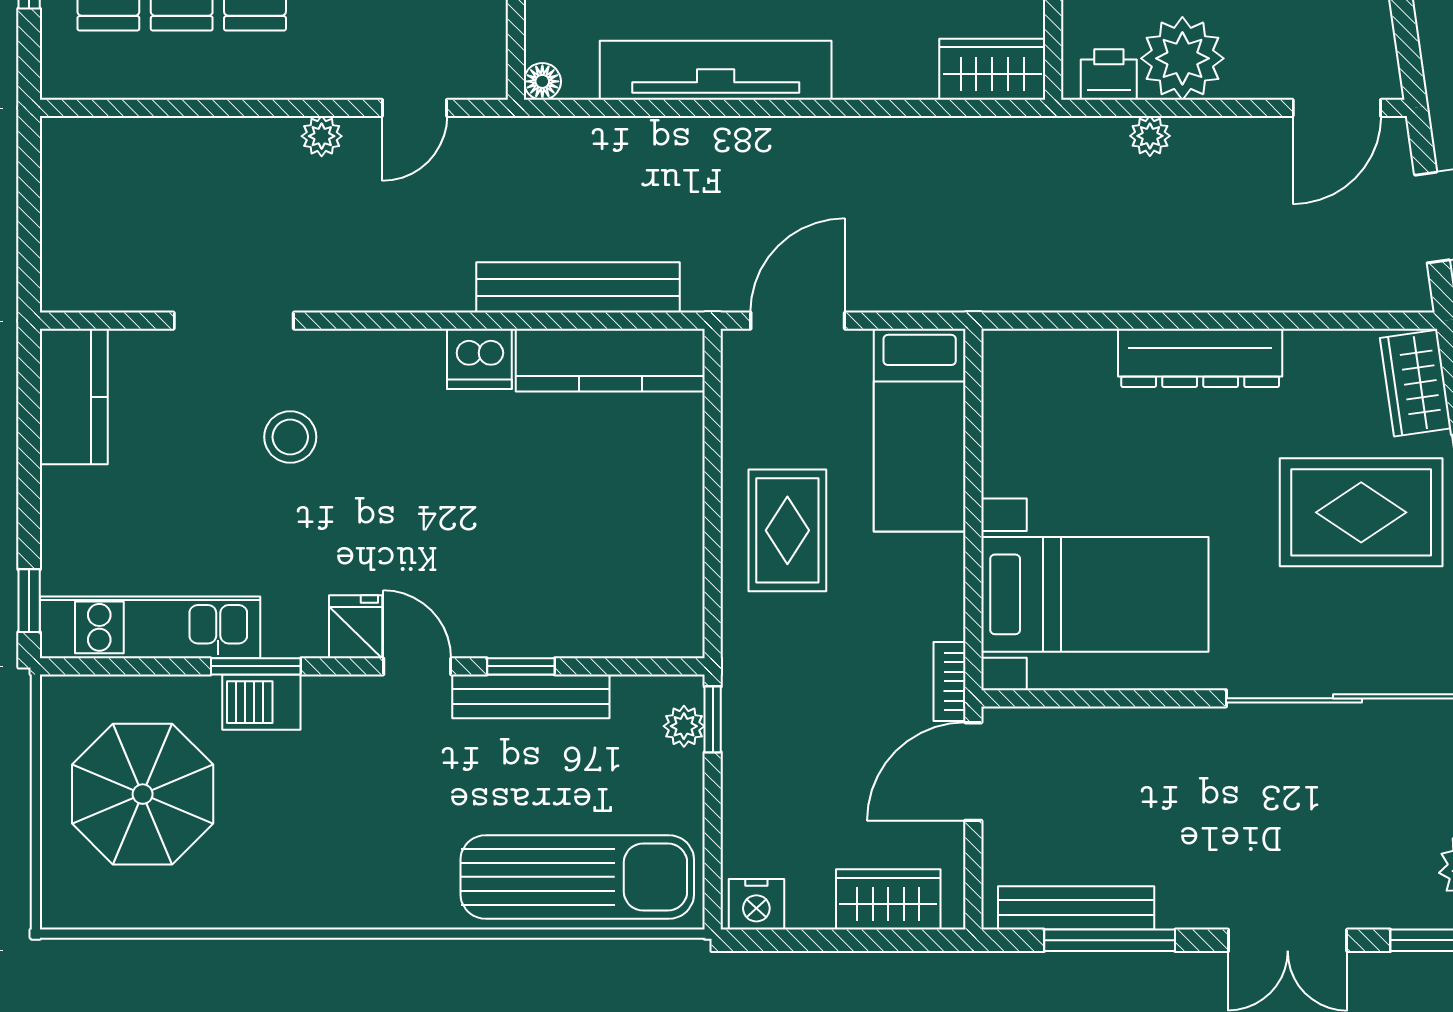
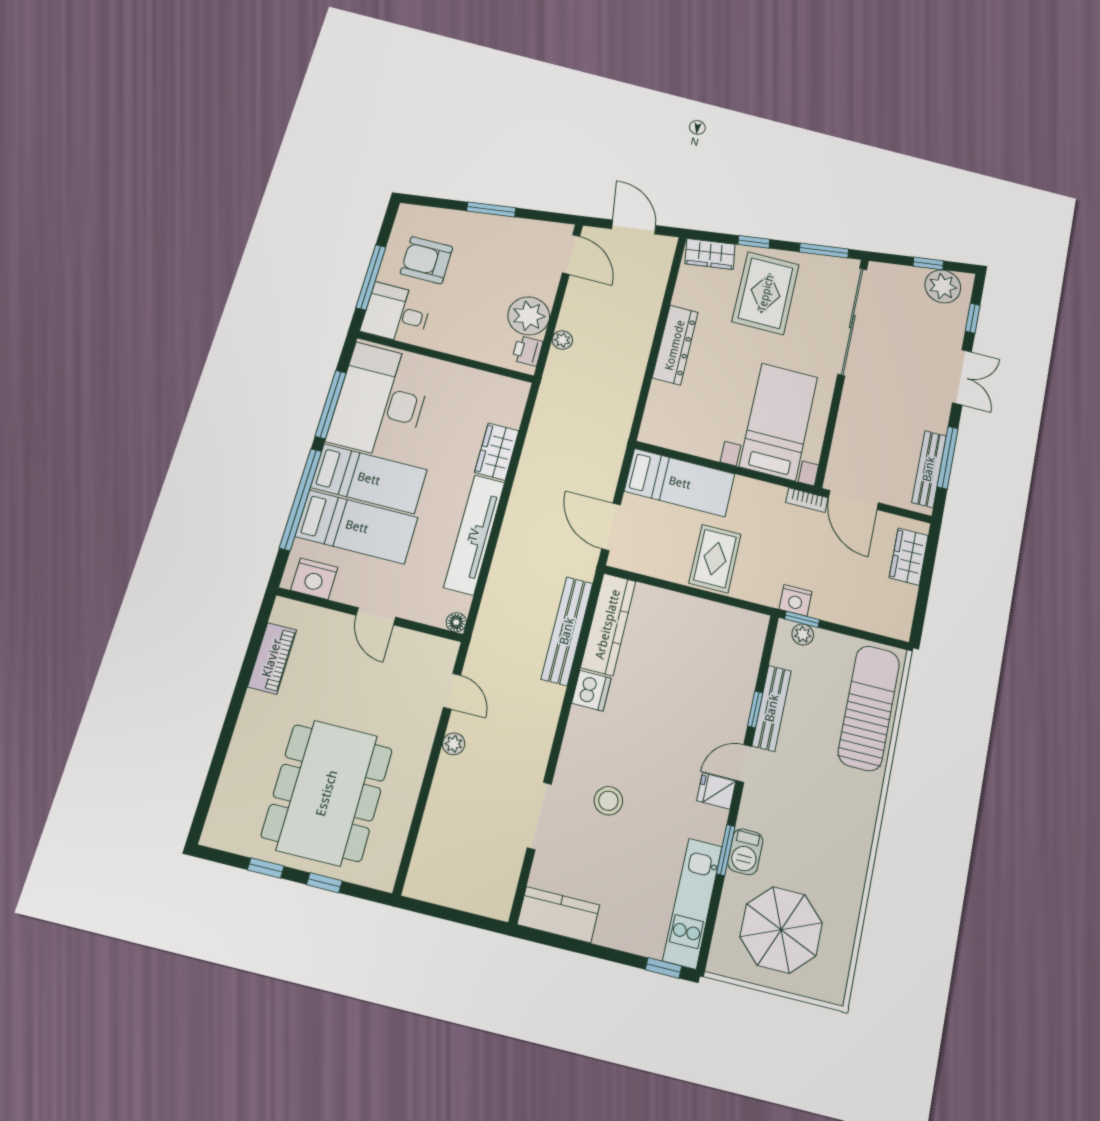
wardrobe: (992, 69) -> (497, 452), moved
rug: (787, 530) -> (715, 559), turned 90
nightstand: (756, 904) -> (796, 600), moved, turned 90

